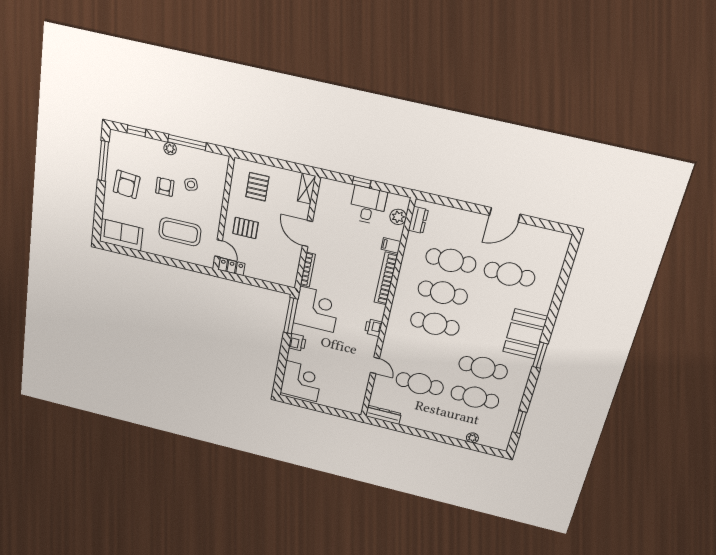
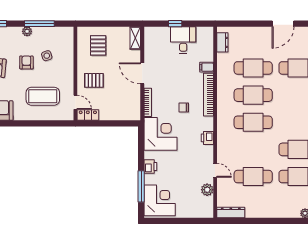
plant: (398, 217) -> (207, 190), moved
chair: (352, 286) -> (184, 108), added
window: (291, 316) -> (141, 186), moved

